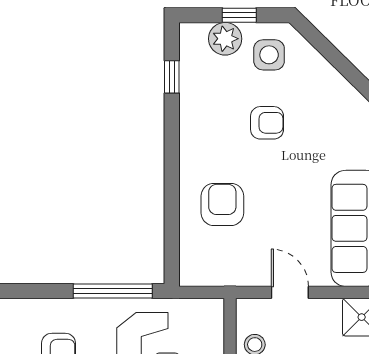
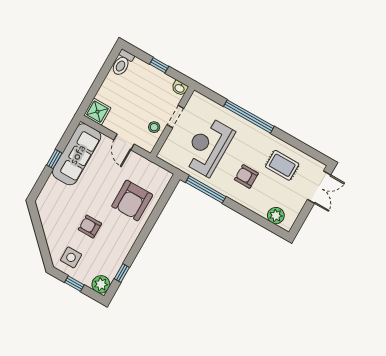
plant: (225, 39) -> (101, 284), moved
armchair: (222, 204) -> (132, 200), width x1.36, depth x1.36

